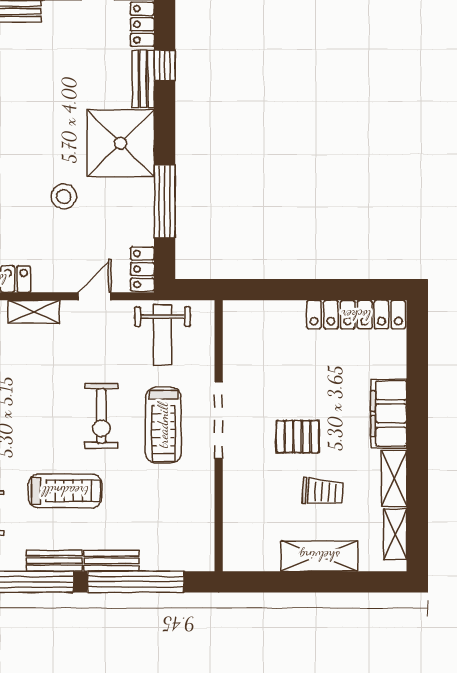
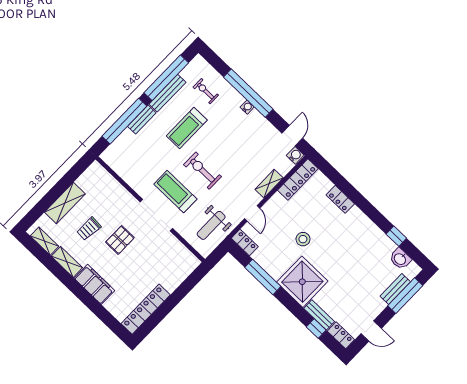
weight bench: (163, 335) -> (211, 225), turned -90
bench: (54, 561) -> (167, 93), width x1.36

